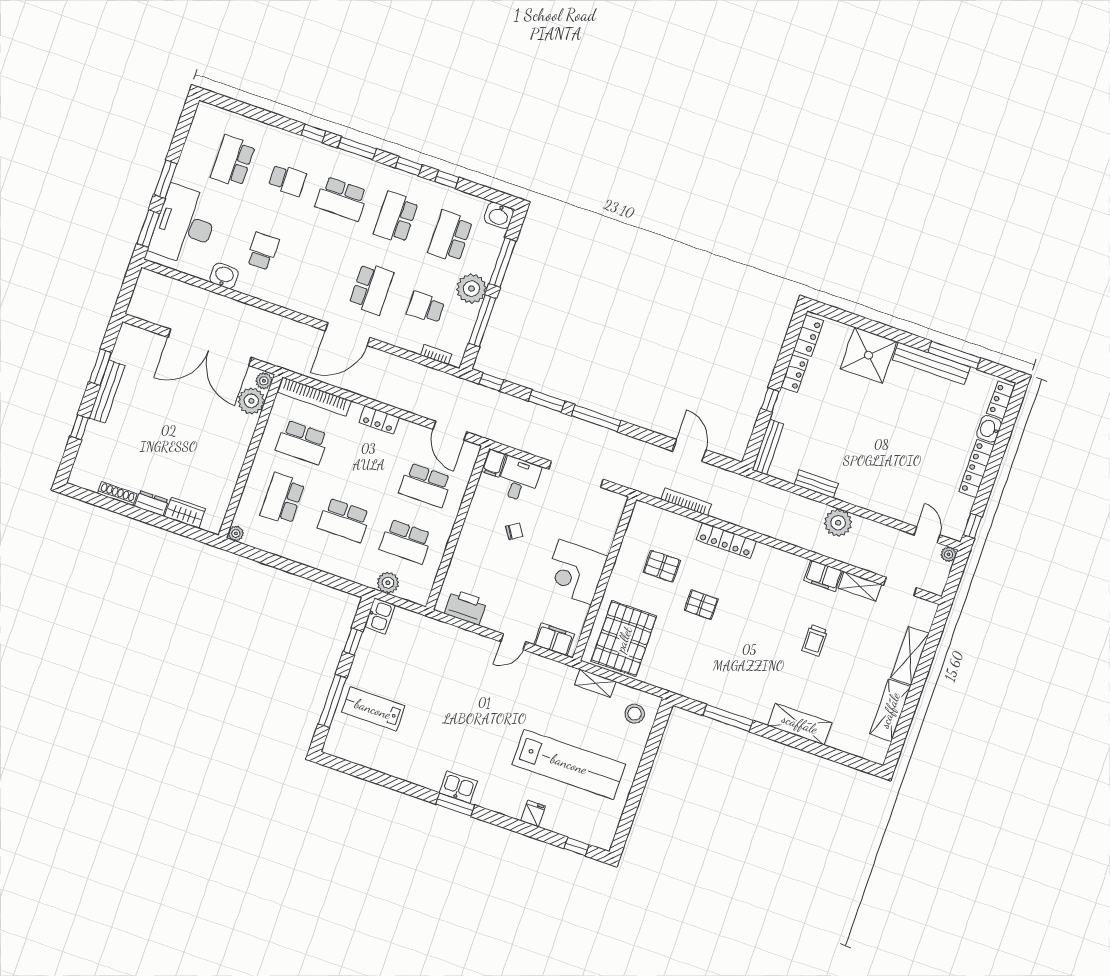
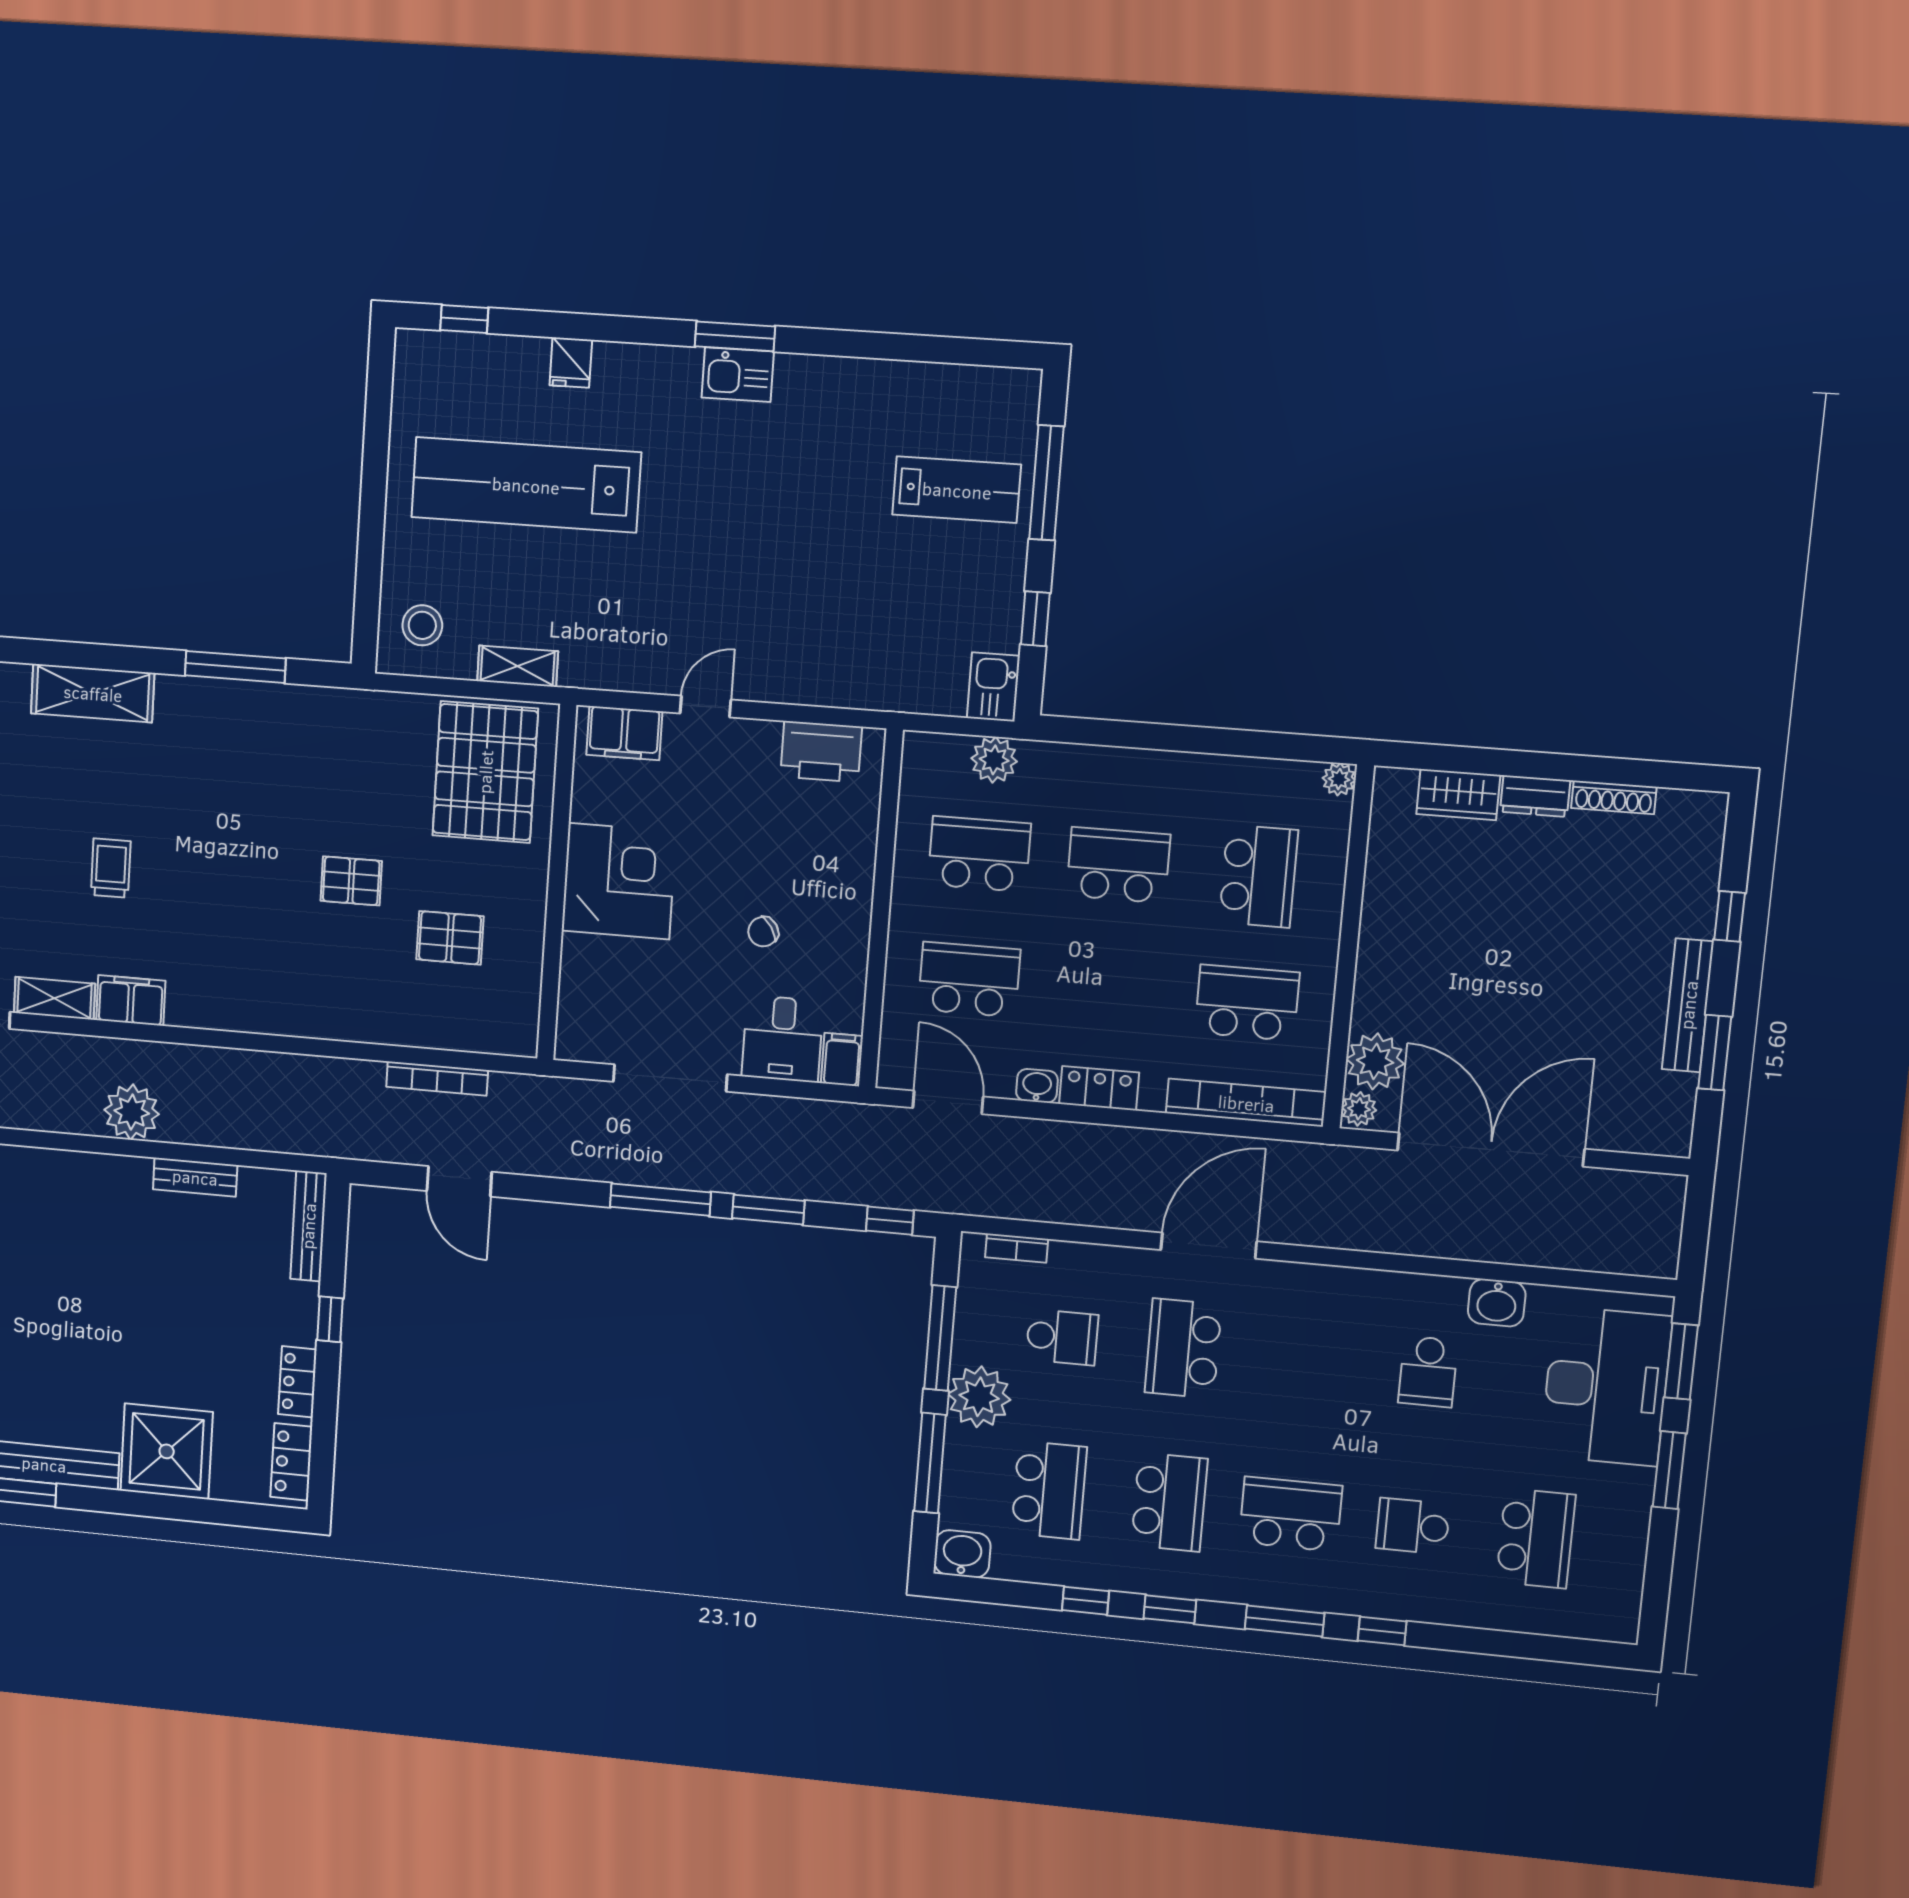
washbasin: (407, 428) -> (1037, 1086), added
locker: (726, 540) -> (338, 1022), removed

